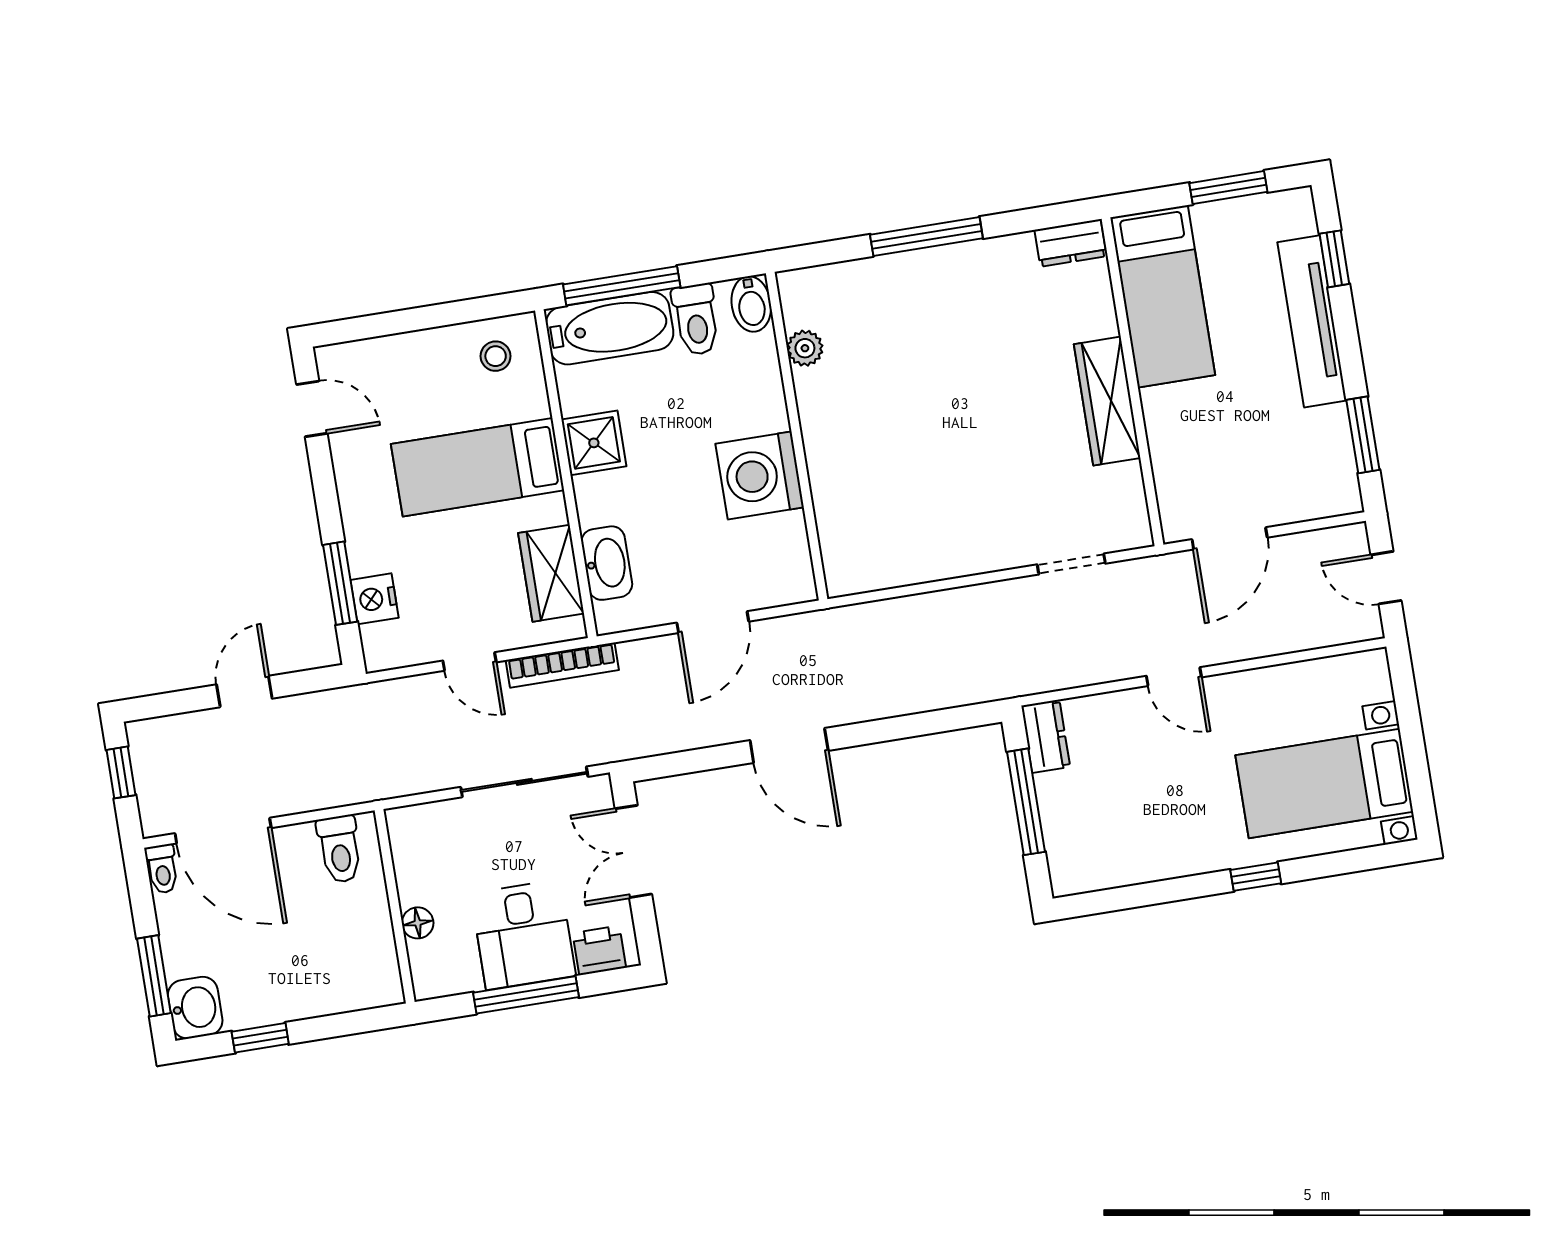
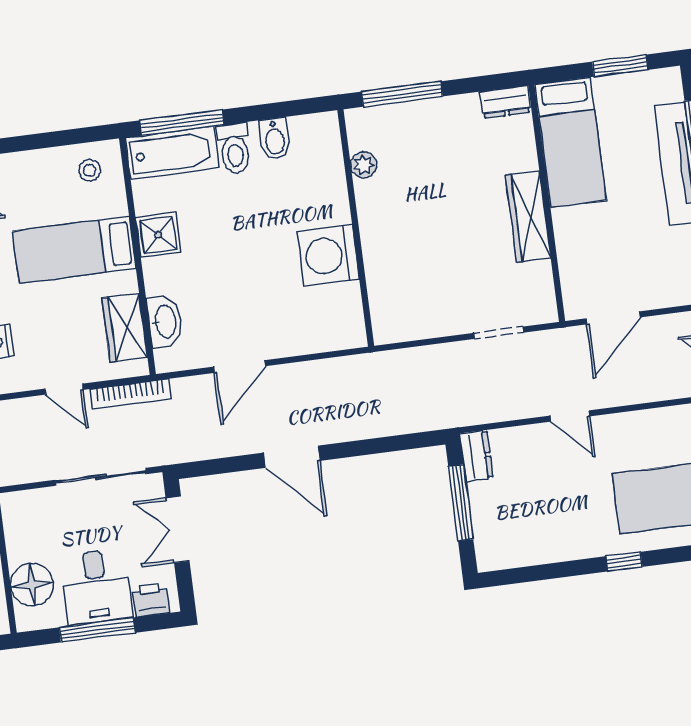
plant: (805, 348) -> (364, 165), moved
wall: (797, 436) -> (356, 228), moved
washing machine: (760, 475) -> (328, 255), moved
floor lamp: (418, 923) -> (32, 585), width x1.89, depth x1.89

